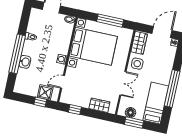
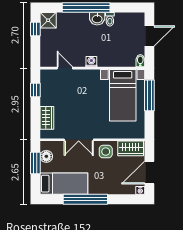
window: (110, 21) -> (149, 95), moved
door: (162, 32) -> (149, 173), swing flipped
bed with nightstands: (93, 46) -> (123, 95), width x0.73
washbasin: (25, 62) -> (97, 19), moved
shower: (45, 92) -> (48, 20), moved
window: (40, 102) -> (35, 29), moved

